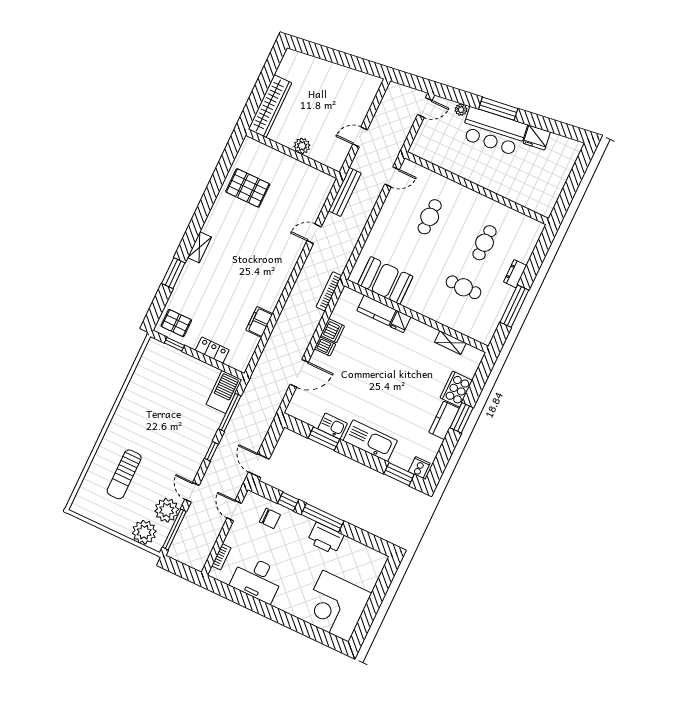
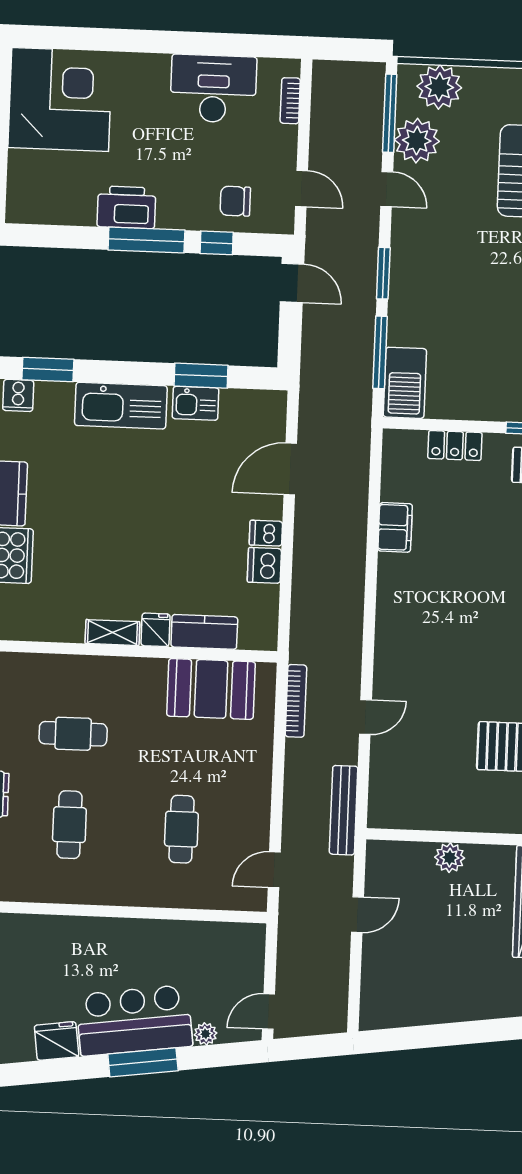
bookcase: (329, 291) -> (296, 701), moved
shelving: (450, 343) -> (112, 633), moved
window: (211, 451) -> (383, 273), width x1.50

